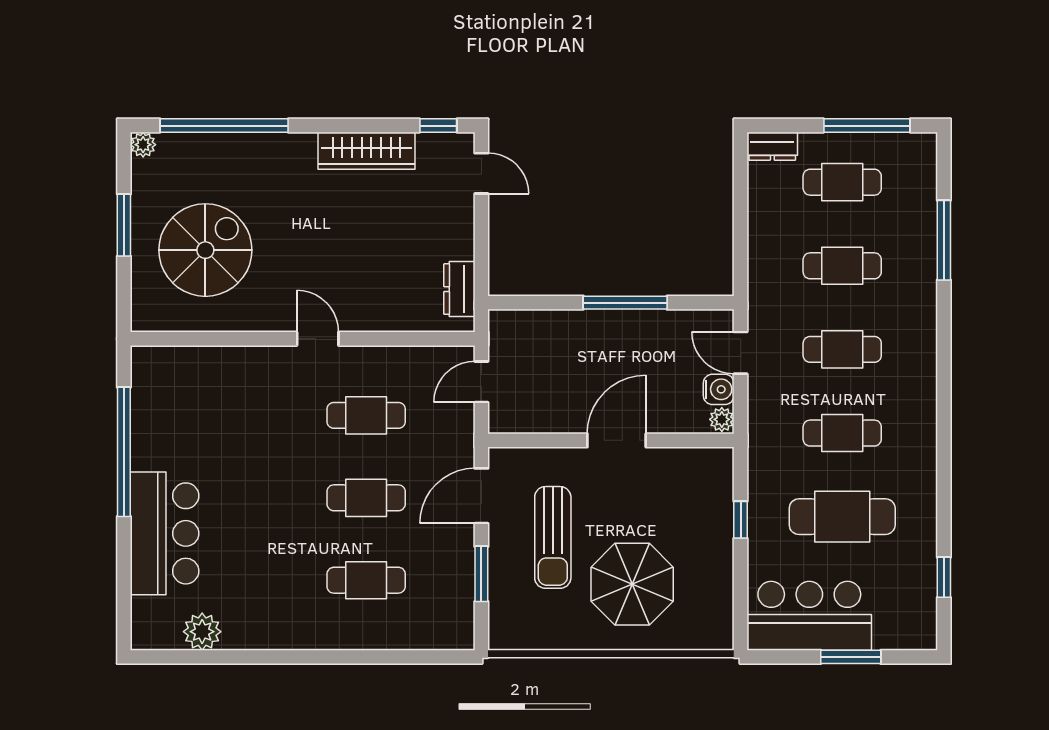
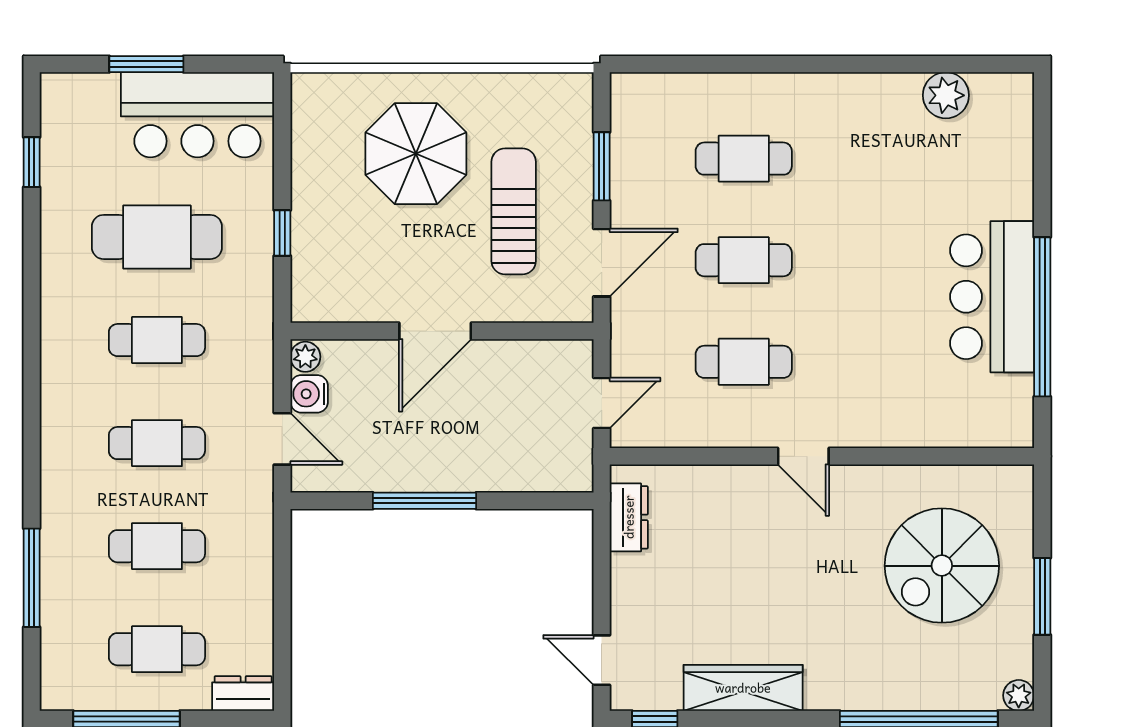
bar counter: (165, 533) -> (992, 297), moved

